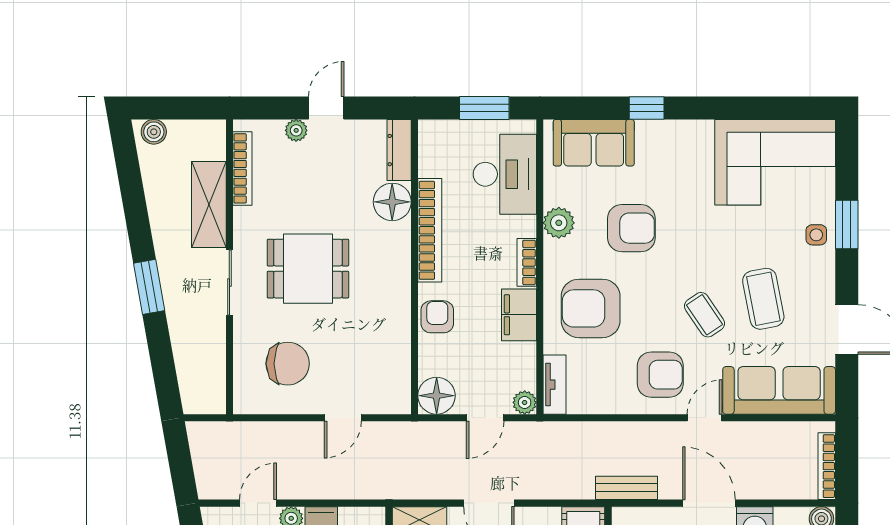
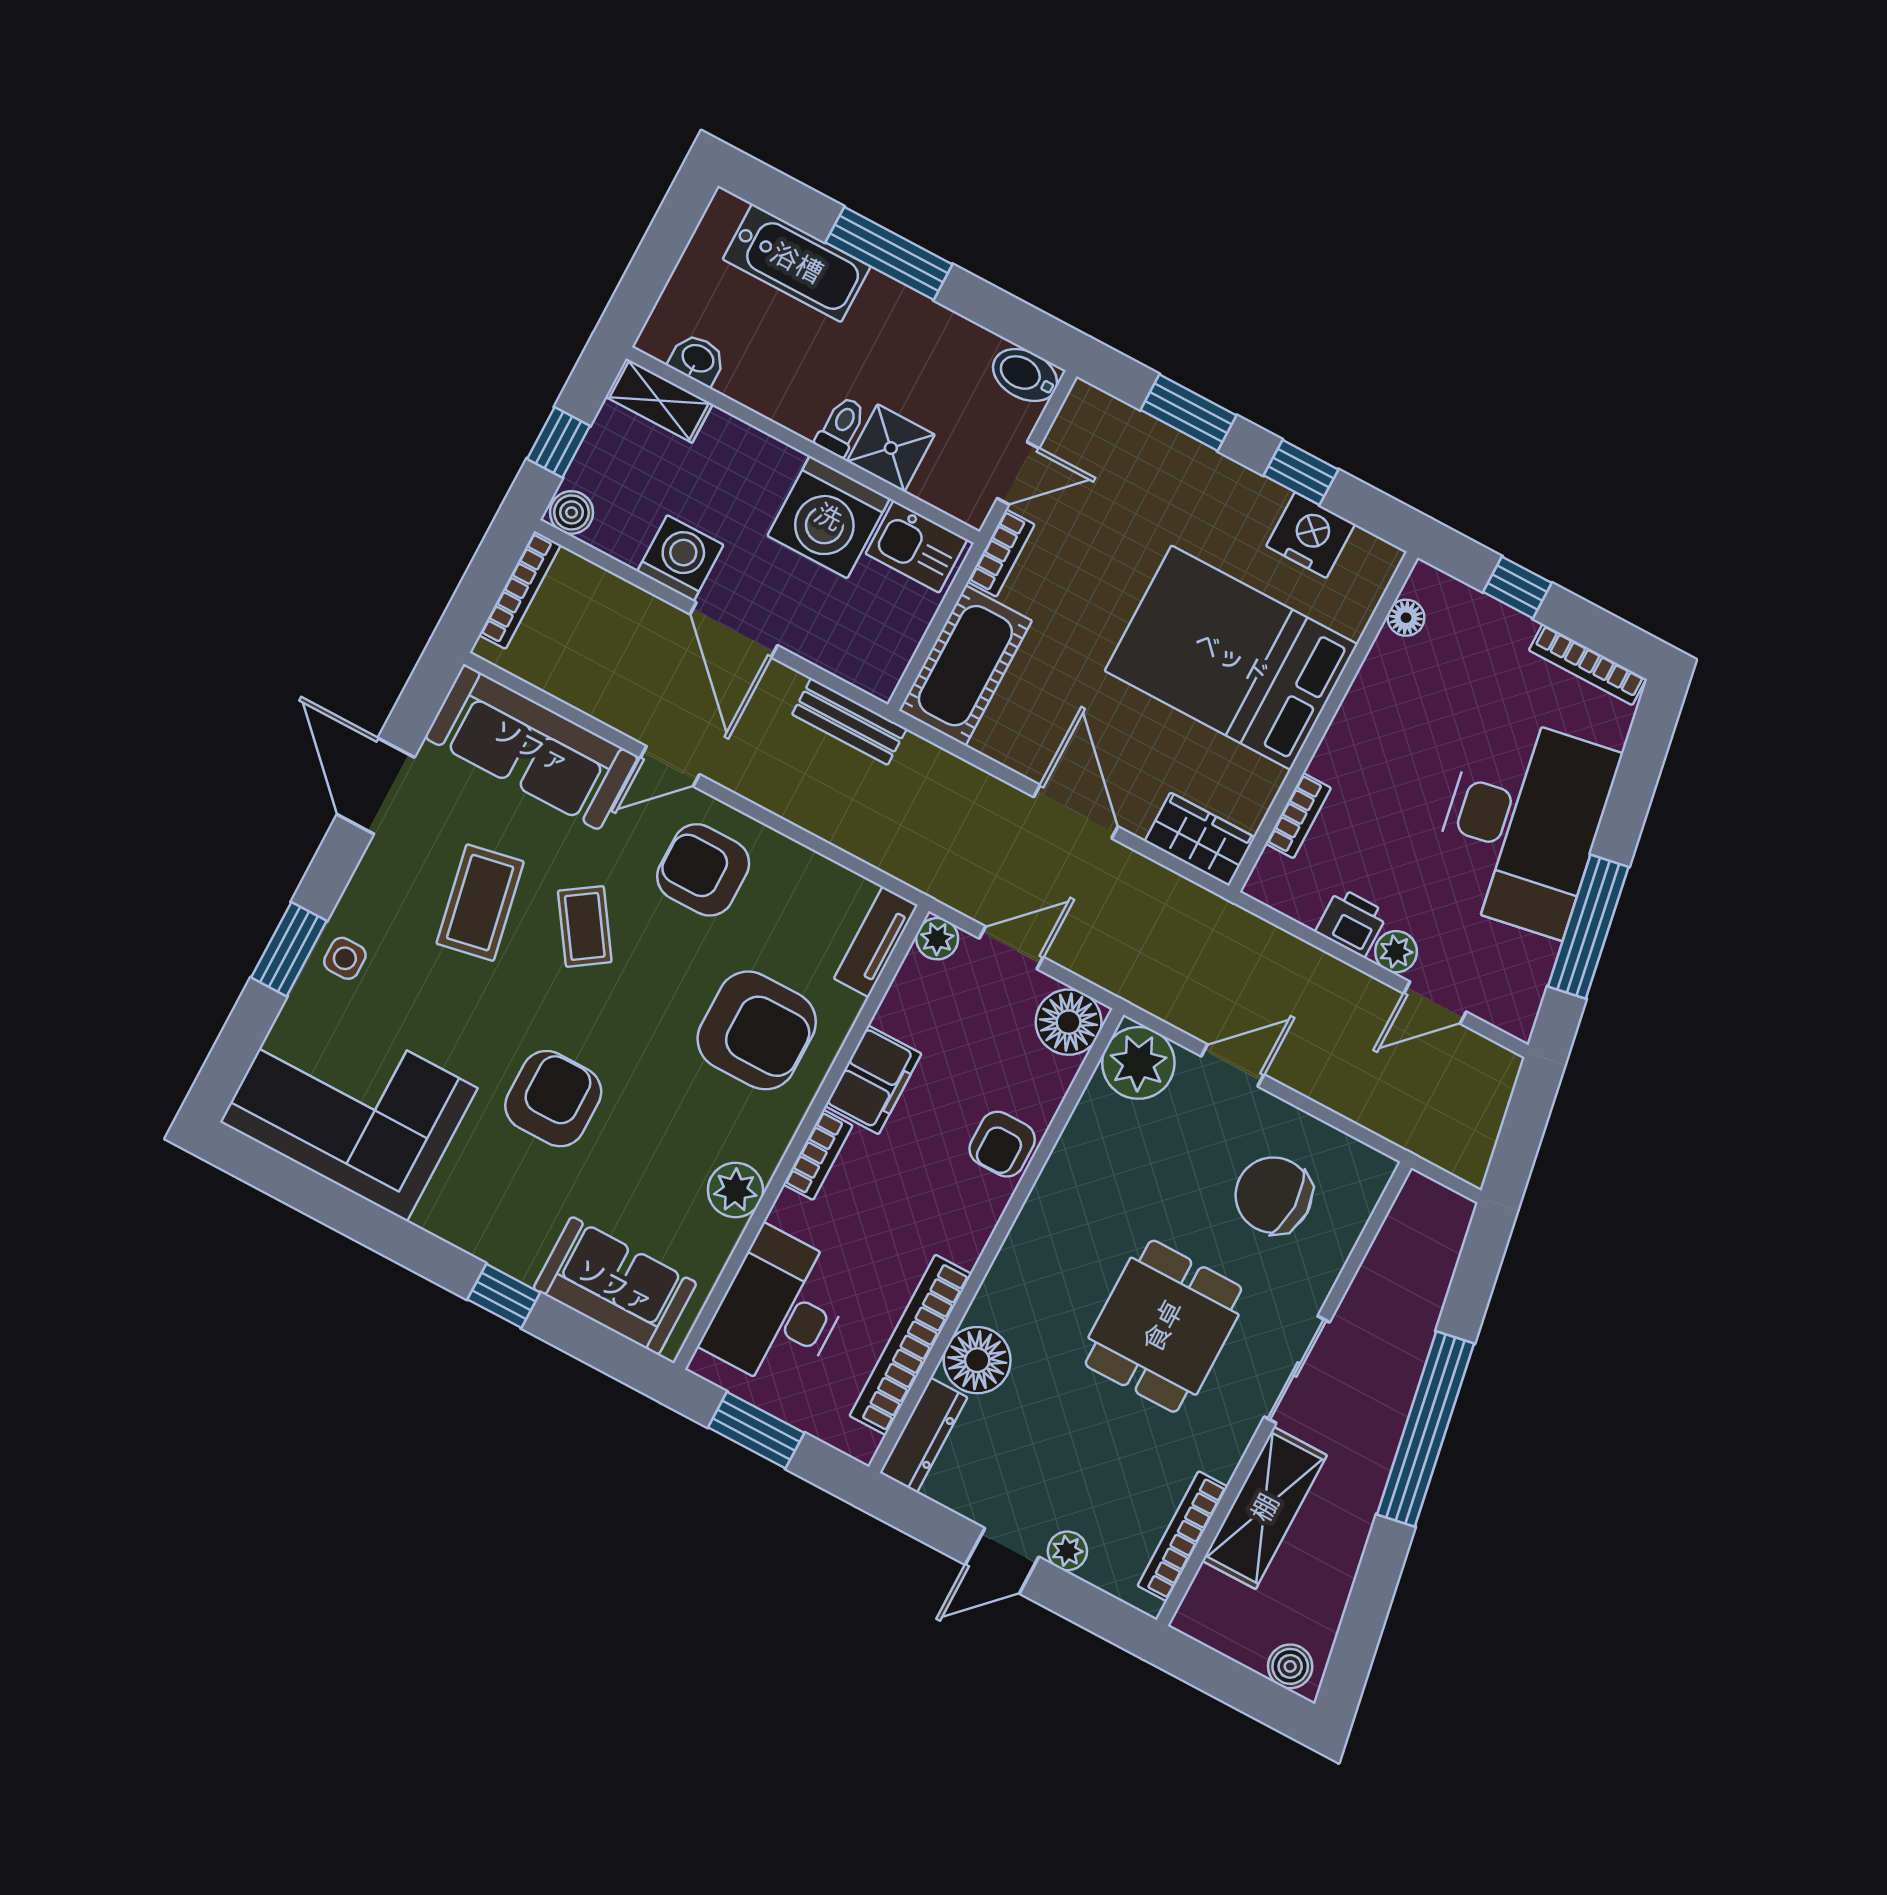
armchair: (631, 228) -> (553, 1099), moved, turned 90
bookcase: (430, 230) -> (911, 1345), moved
dining table: (308, 269) -> (1163, 1326), turned 90
window: (149, 287) -> (1425, 1429), width x2.11
plant: (391, 394) -> (1138, 1063), added

